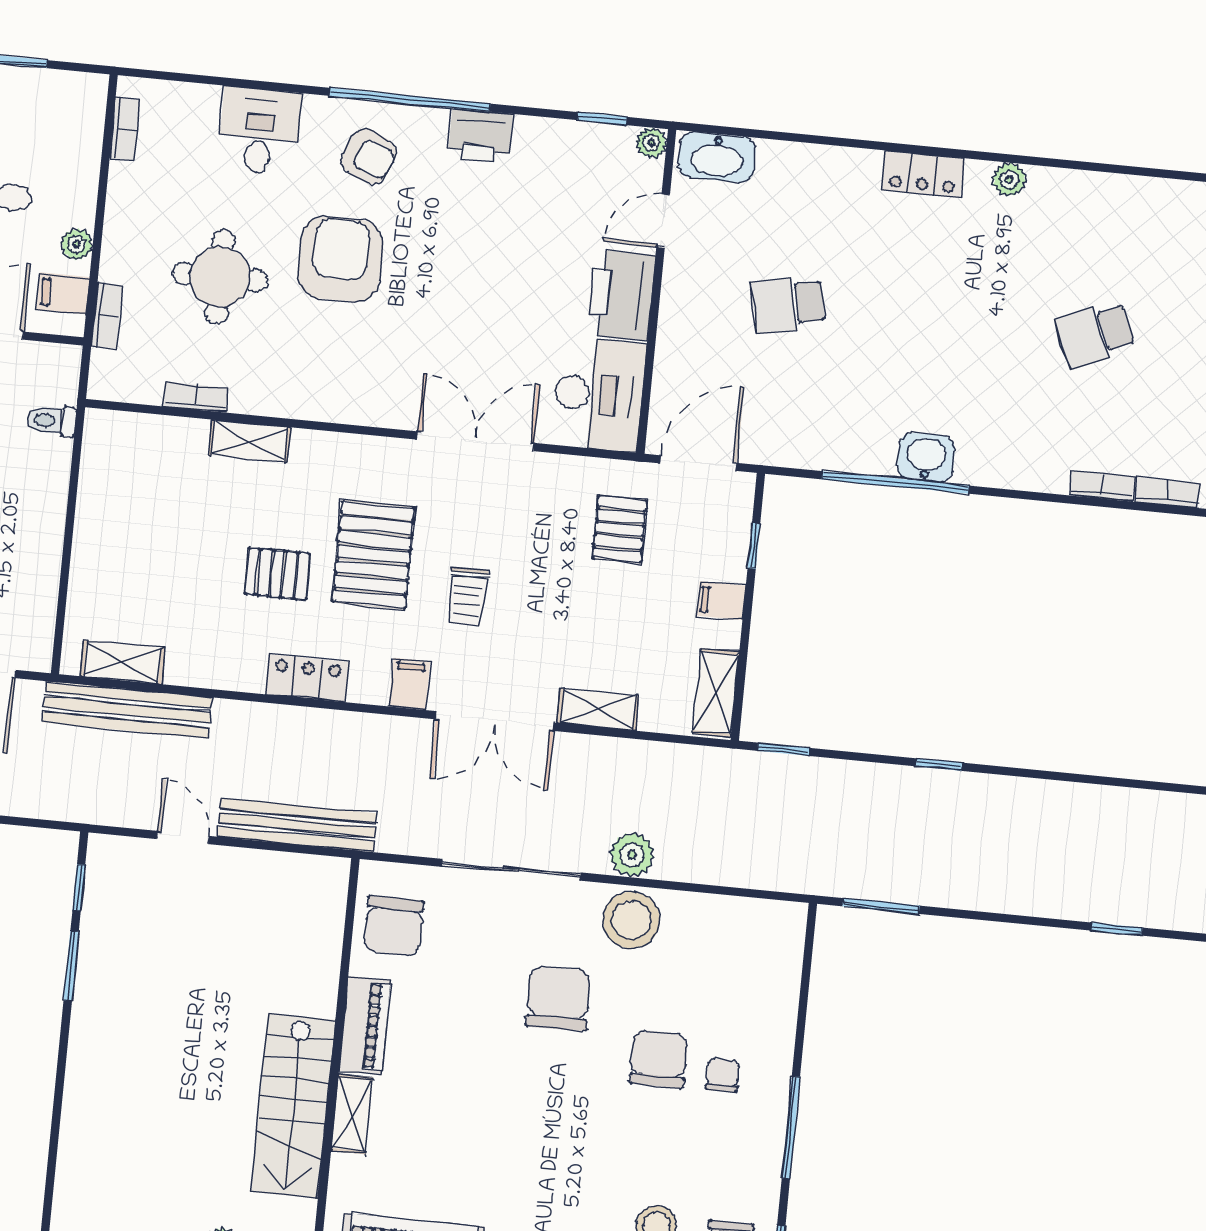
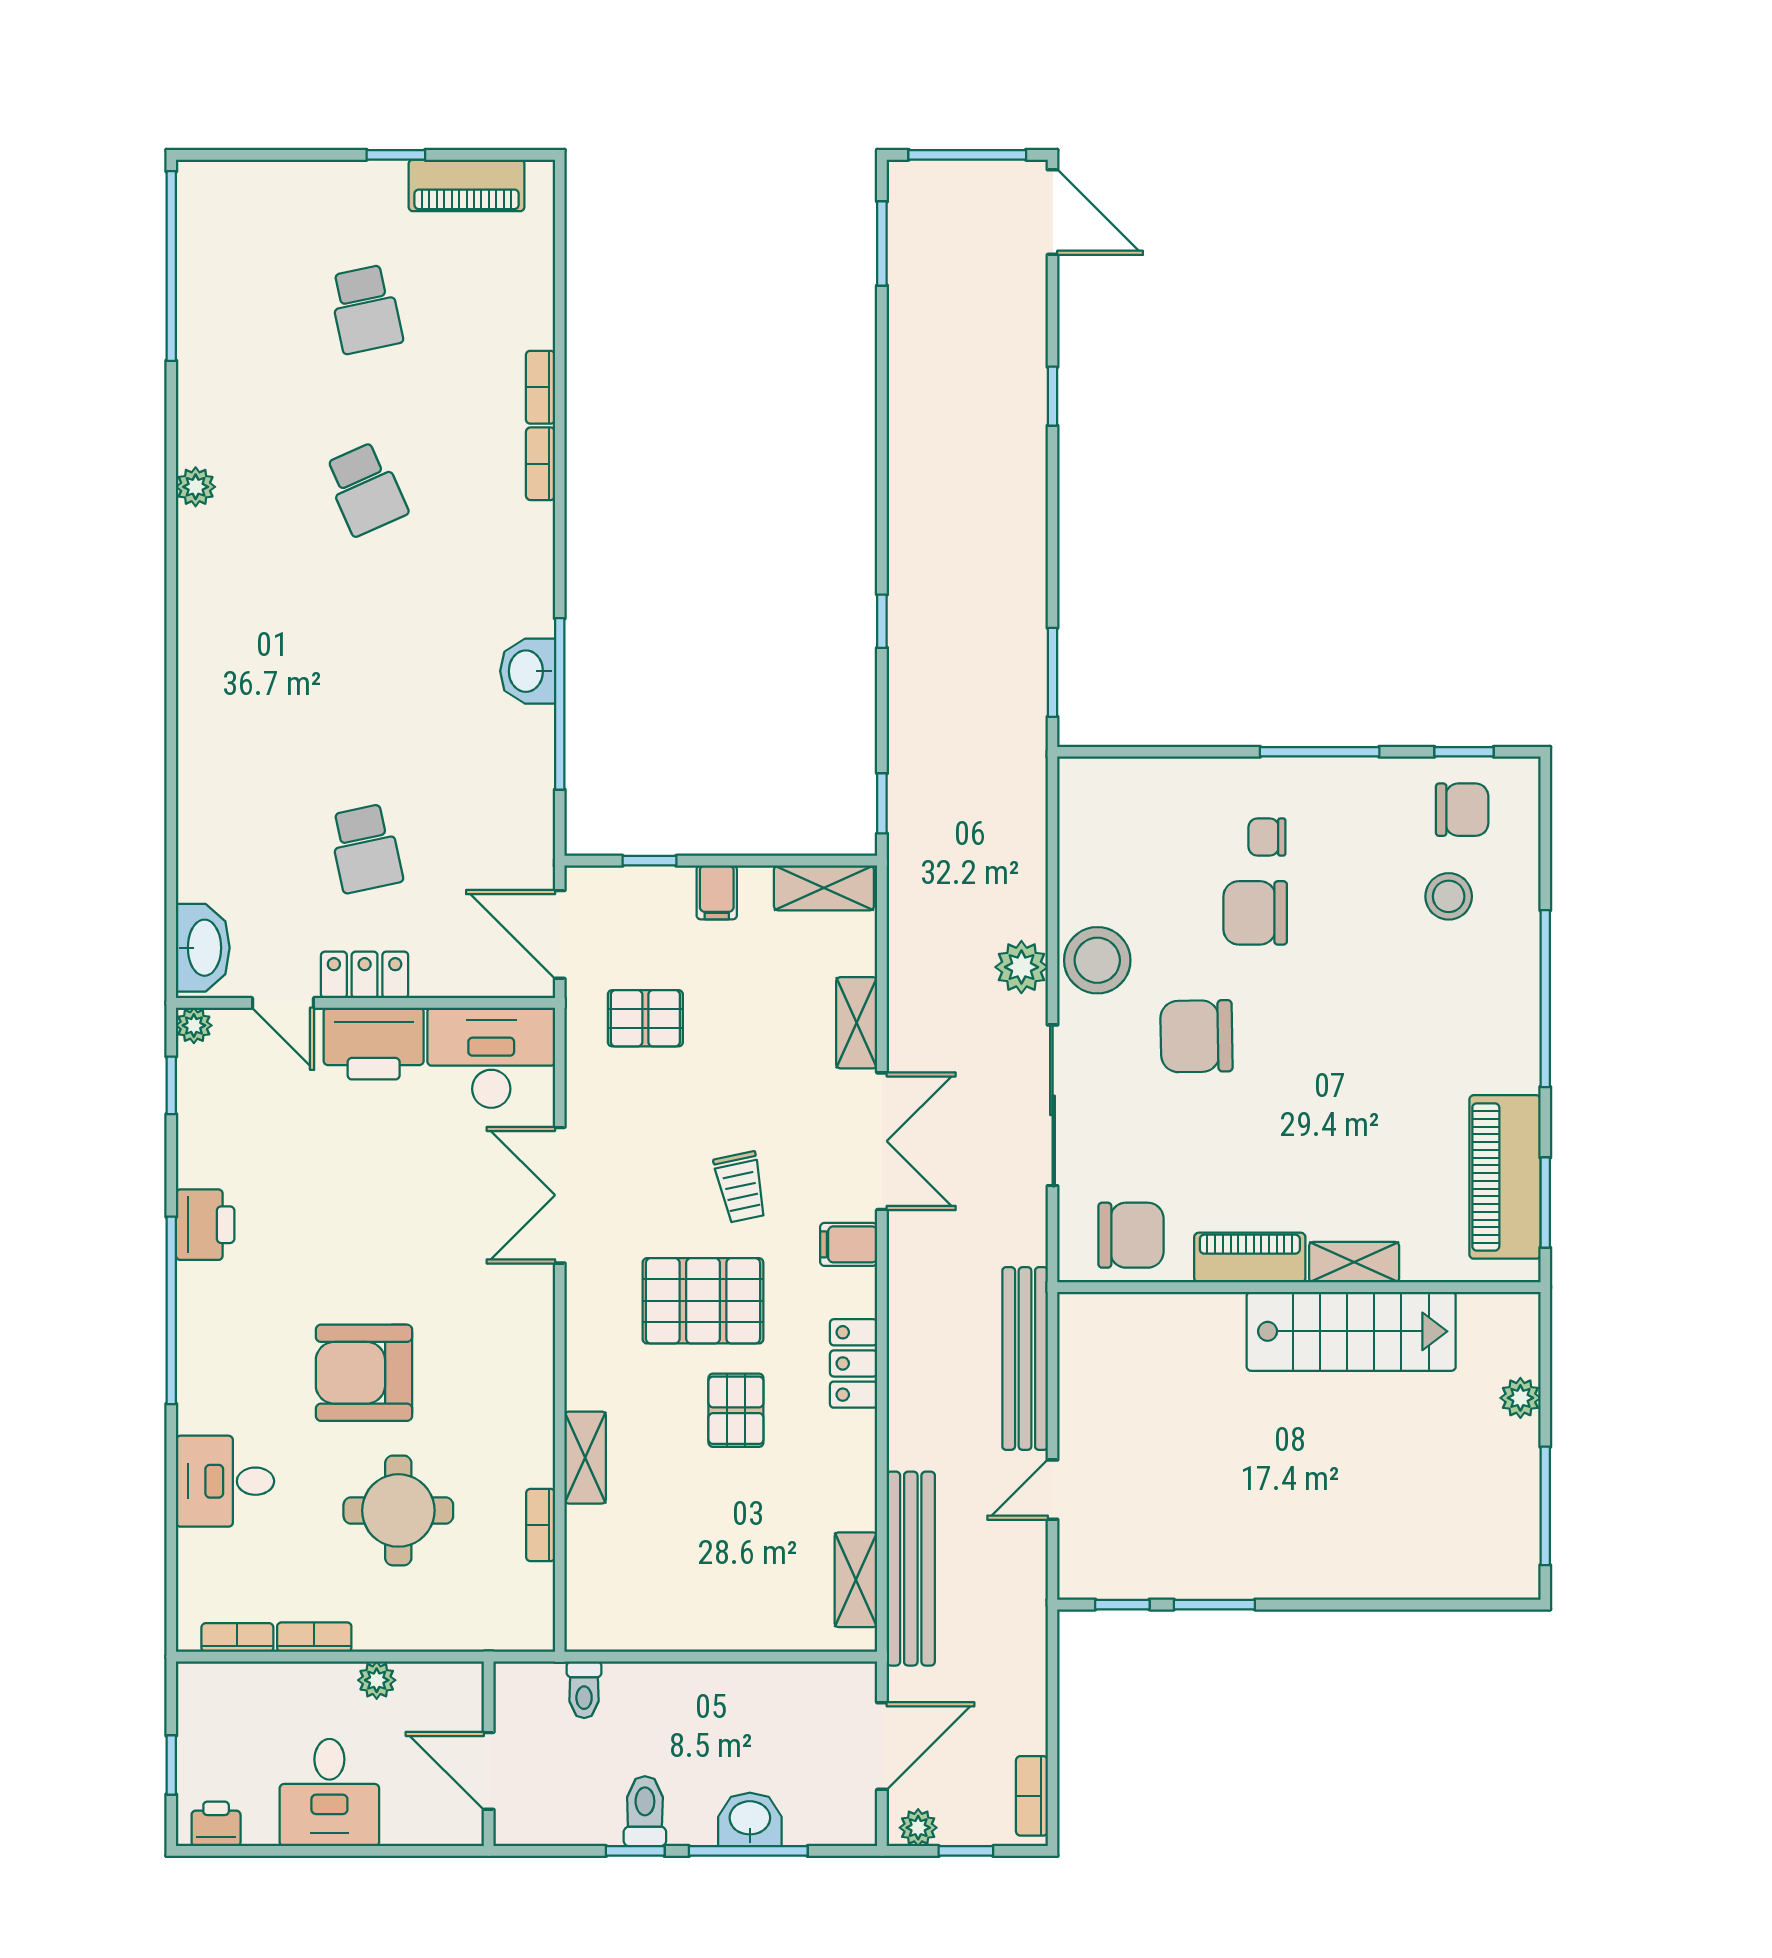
armchair: (369, 156) -> (241, 1352), removed
locker: (923, 174) -> (365, 975), moved, turned -90
plant: (1009, 179) -> (196, 487), moved
filing cabinet: (63, 293) -> (435, 1691), removed
bookcase: (107, 316) -> (314, 1637), moved
trolley: (467, 596) -> (741, 1187), turned 78

